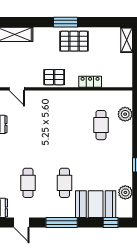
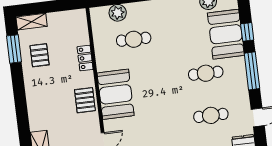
window: (65, 22) -> (14, 49), moved
pallet: (74, 41) -> (40, 55), moved, width x0.67, depth x0.71
booth: (56, 104) -> (116, 94), added
window: (111, 223) -> (247, 32), moved

